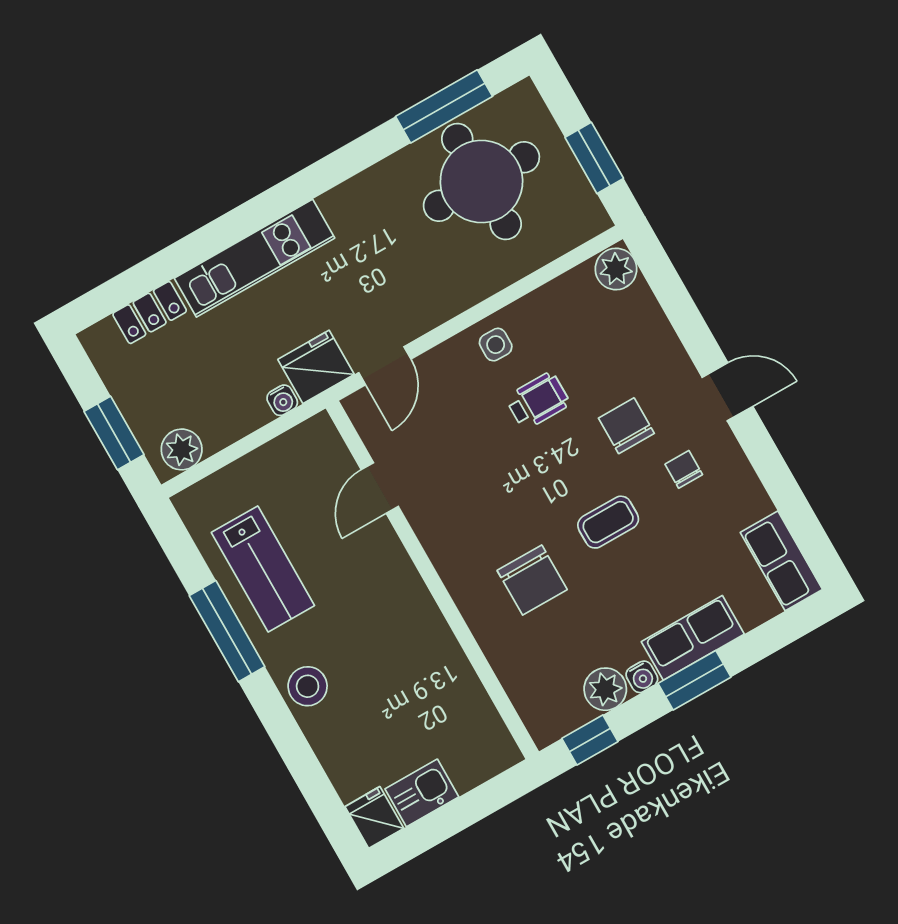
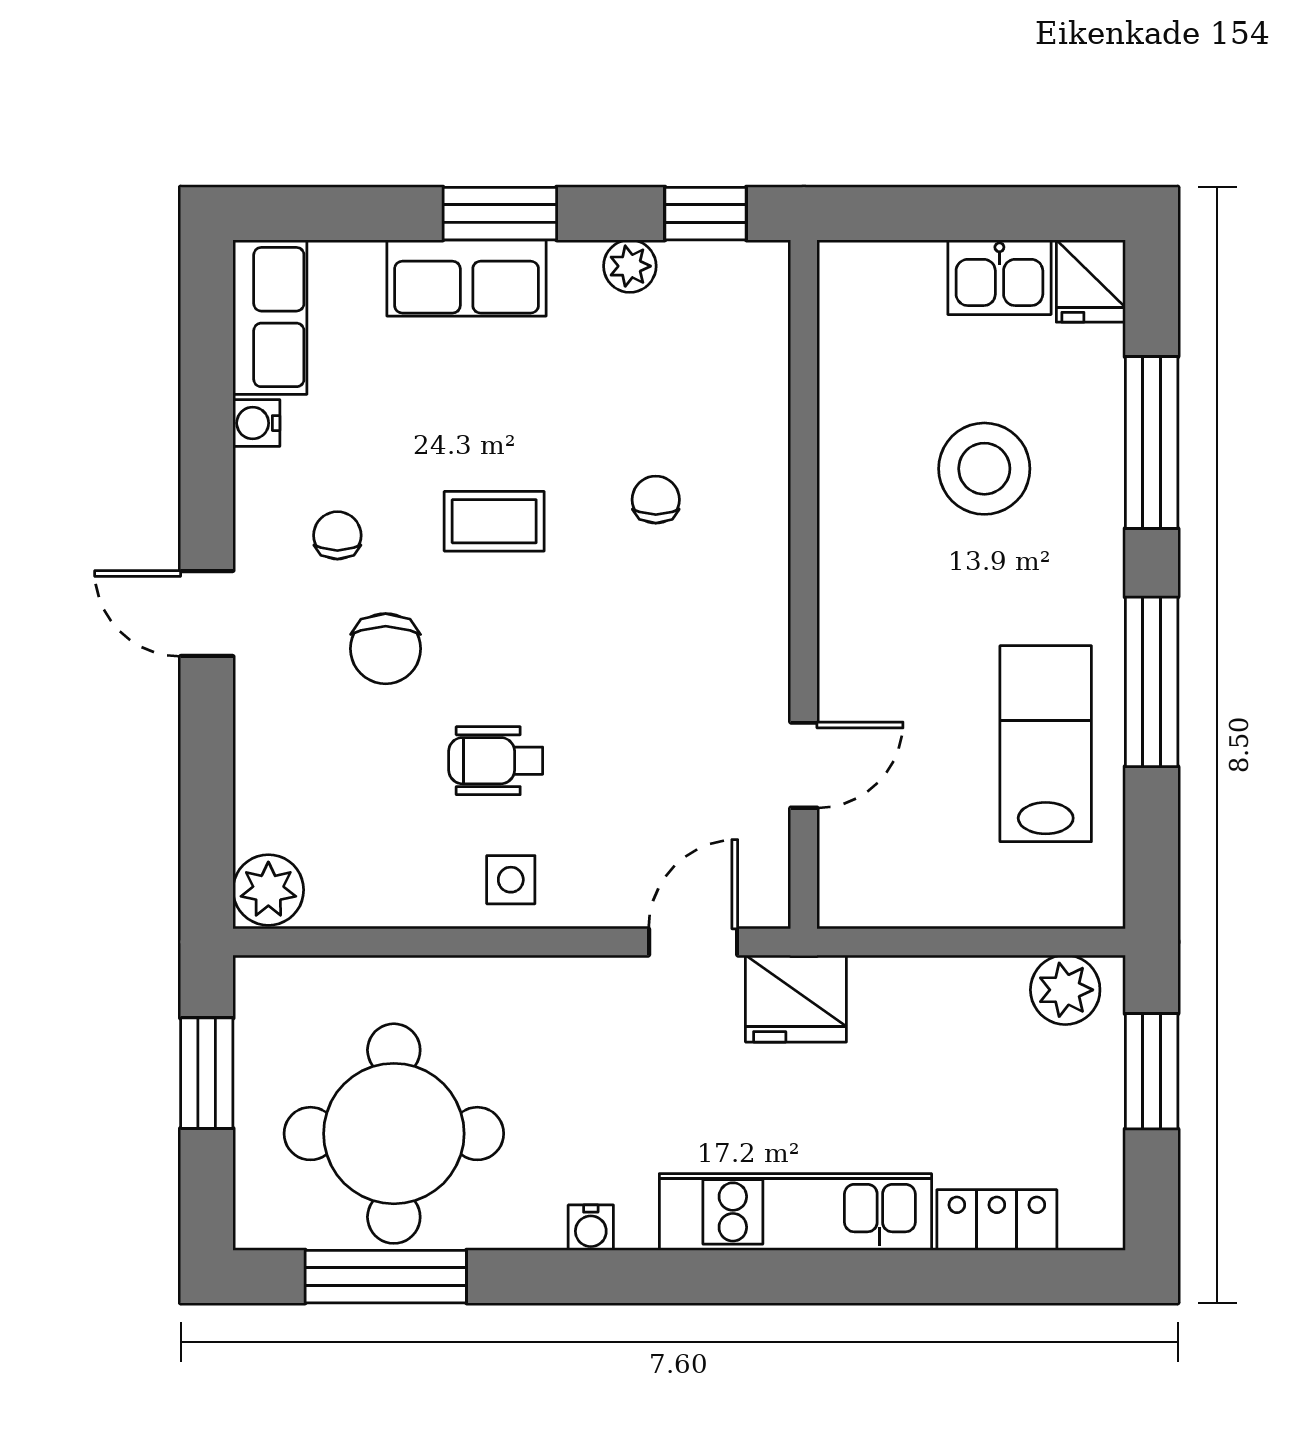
water cooler: (282, 400) -> (591, 1228), moved, turned 180
chair: (684, 469) -> (337, 535), turned 180
chair: (532, 580) -> (656, 500), width x0.54, depth x0.54
water cooler: (642, 677) -> (256, 423), moved, turned -90
stool: (308, 686) -> (984, 469), moved, width x1.38, depth x1.38
plant: (605, 689) -> (630, 266), width x0.73, depth x0.73
window: (296, 753) -> (1152, 443), added

